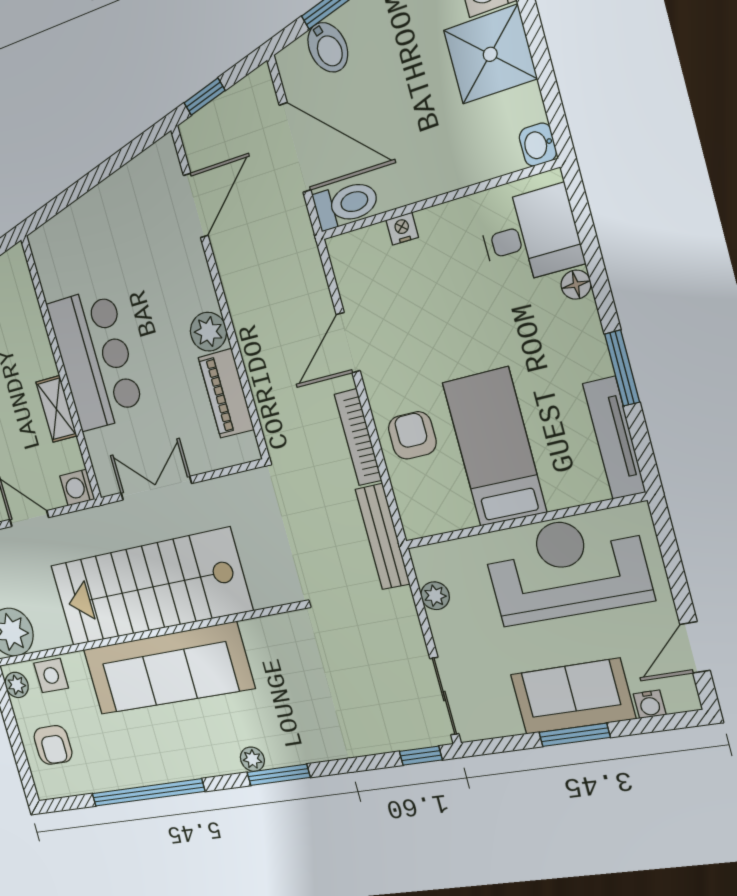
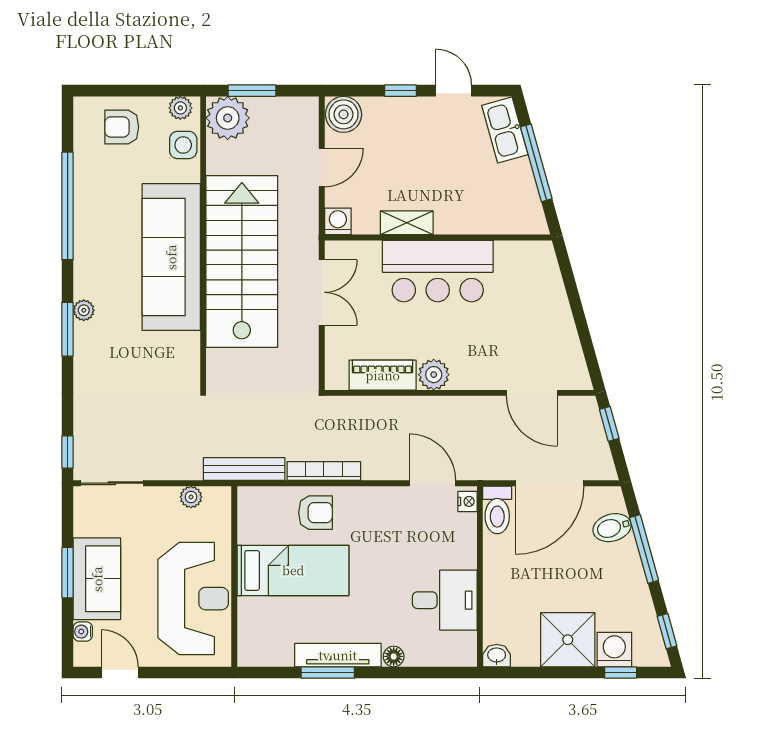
nightstand: (402, 229) -> (467, 501), moved
desk: (530, 236) -> (445, 600), moved, turned -90
door: (348, 343) -> (432, 483), moved
tv unit: (614, 438) -> (338, 655), moved

